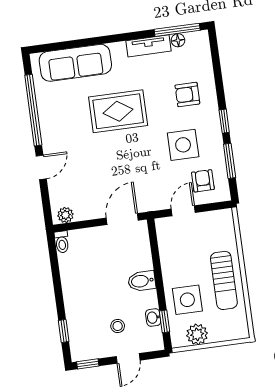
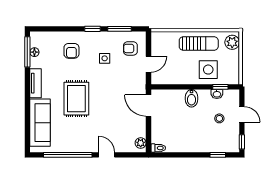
tv unit: (149, 46) -> (36, 83), moved
side table: (183, 145) -> (105, 58), width x0.54, depth x0.54
door: (183, 211) -> (149, 64), swing flipped
plant: (197, 334) -> (232, 42), moved

